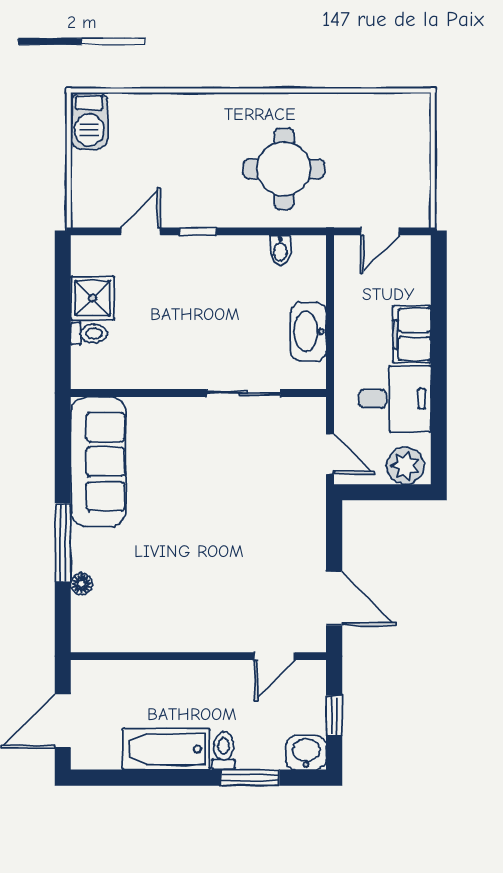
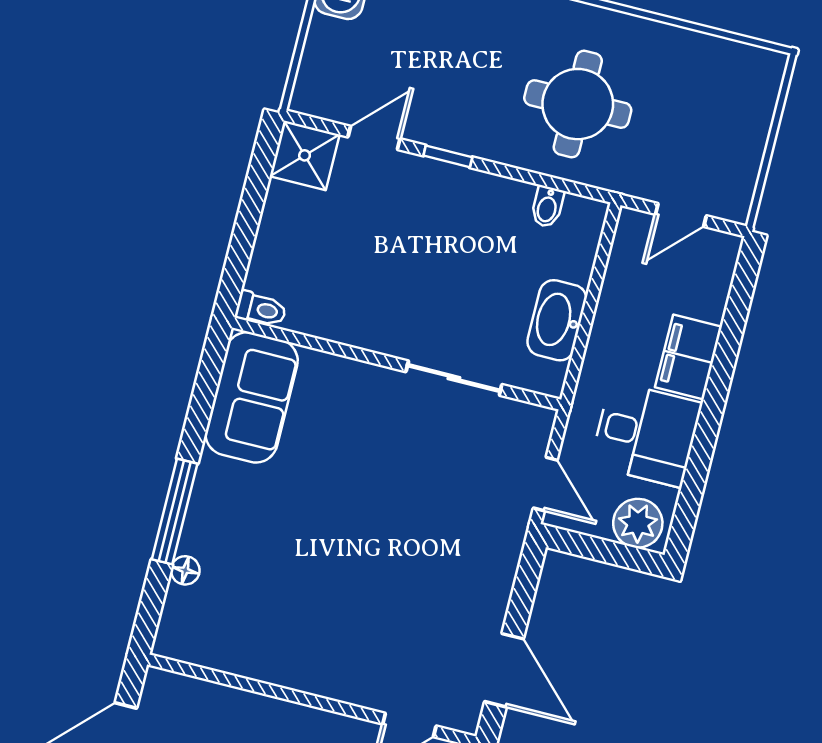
shower: (93, 298) -> (305, 155), moved
toilet: (89, 333) -> (261, 309), moved
sofa: (98, 462) -> (252, 397), width x0.73

